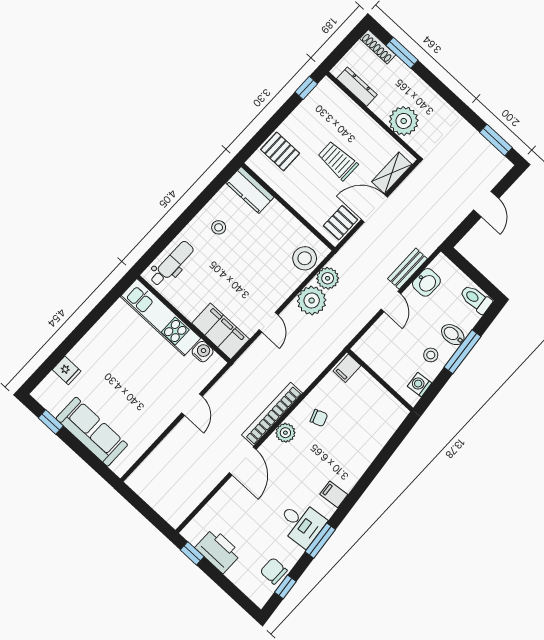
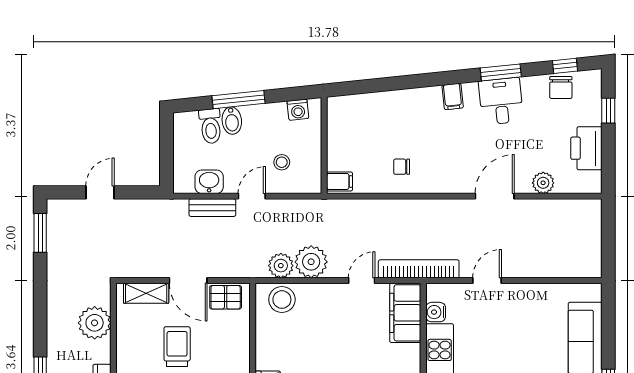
trolley: (338, 161) -> (177, 347), turned 180
toilet: (476, 299) -> (211, 126), moved
stool: (431, 355) -> (282, 162), moved
bookcase: (272, 414) -> (419, 269), moved, turned 180
chair: (319, 418) -> (402, 167), turned -70
plant: (285, 433) -> (543, 183), moved
window: (192, 553) -> (608, 111), moved

